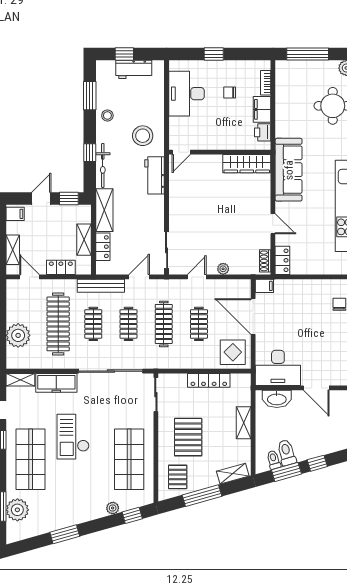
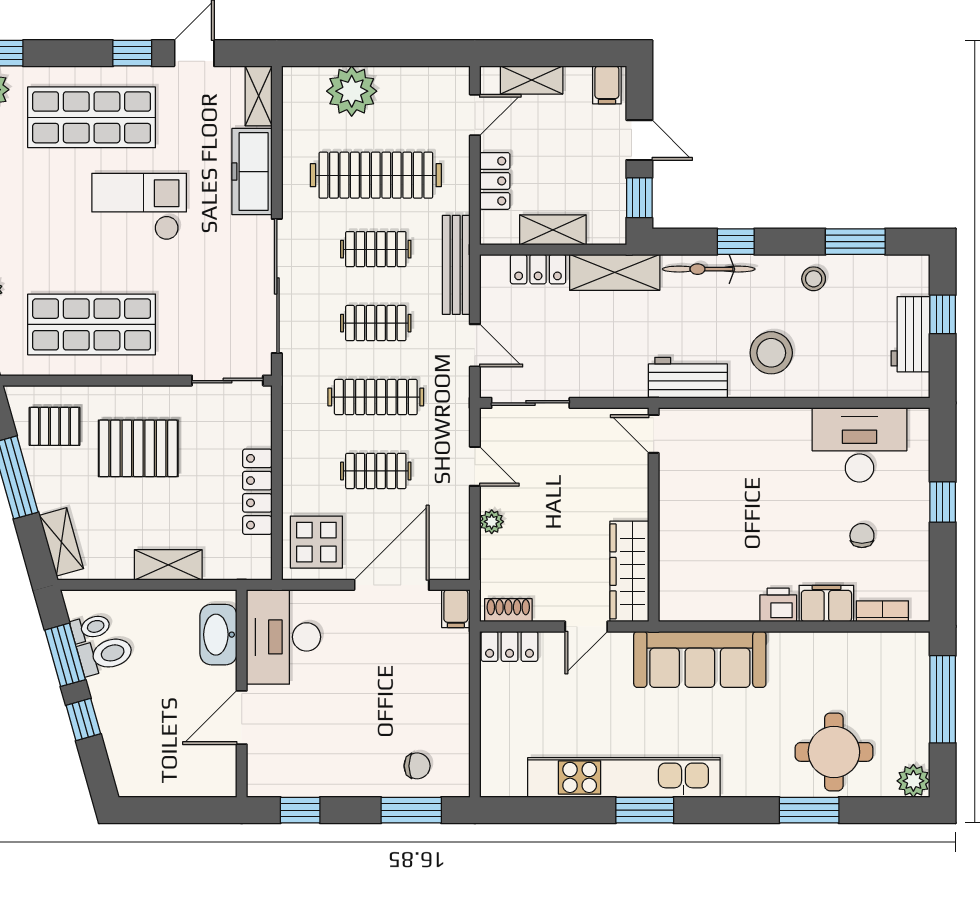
door: (181, 152) -> (654, 434), moved
wall: (220, 152) -> (654, 515), moved
wardrobe: (247, 164) -> (629, 571), moved

